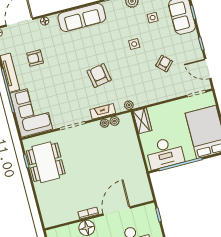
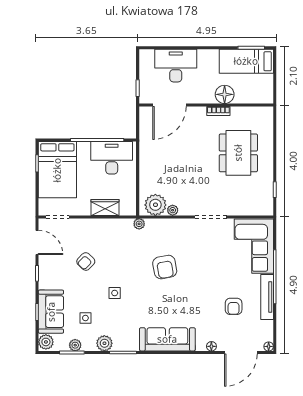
armchair: (35, 58) -> (234, 306), turned 90
fireplace: (103, 111) -> (171, 224), removed
plant: (115, 121) -> (155, 205), width x1.87, depth x1.87
wardrobe: (142, 121) -> (105, 207), moved, turned 90
dining table: (46, 162) -> (238, 153), moved
door: (117, 211) -> (170, 105), moved

